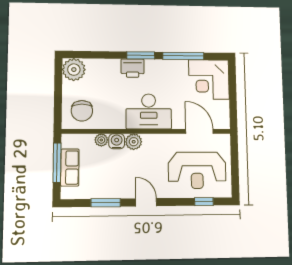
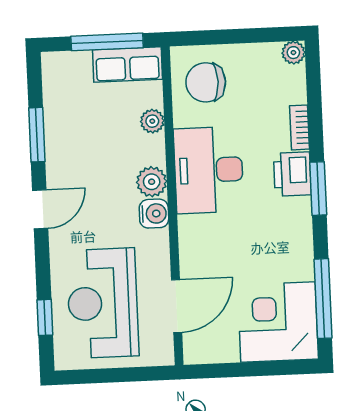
window: (183, 56) -> (323, 299), moved
bookcase: (108, 63) -> (299, 127), added
plant: (74, 70) -> (293, 53), width x0.53, depth x0.53
desk: (149, 111) -> (209, 170), moved
water cooler: (117, 141) -> (154, 214), moved
row of seats: (70, 168) -> (127, 65), moved

